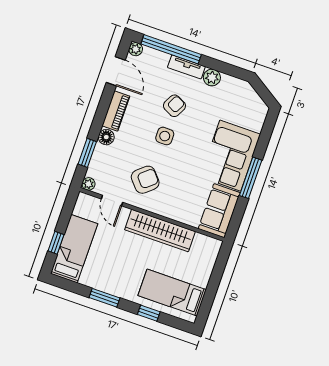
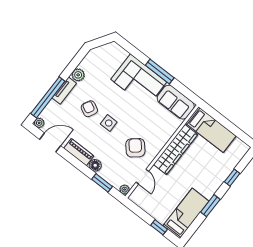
door: (112, 201) -> (142, 177), hinge flipped
bed: (74, 249) -> (186, 213), moved, turned 90
bed: (172, 293) -> (211, 130), moved, turned -90

